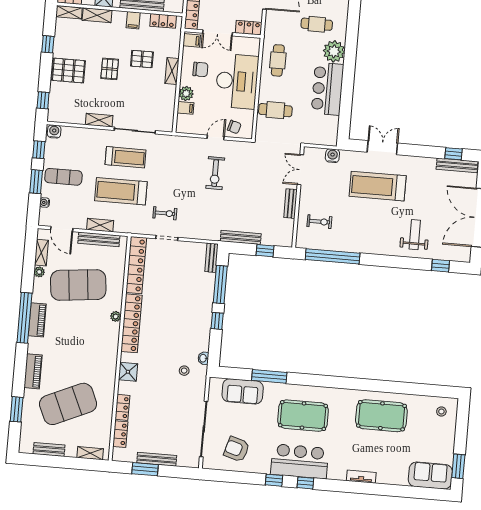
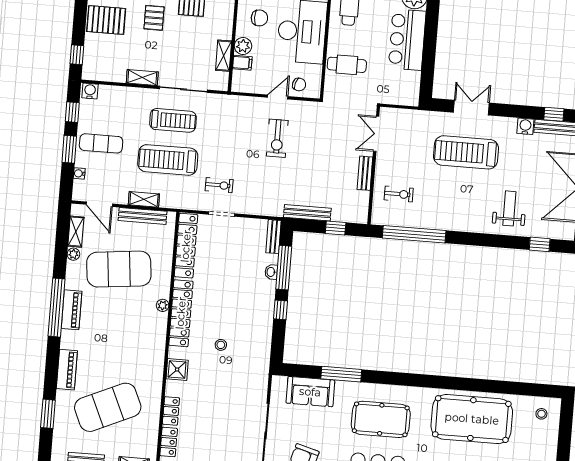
shelving: (172, 71) -> (224, 56), moved
water cooler: (332, 156) -> (525, 126), moved
washbasin: (203, 358) -> (271, 272), moved
stool: (184, 371) -> (221, 345), moved
pool table: (381, 416) -> (472, 419), width x1.36, depth x1.32

